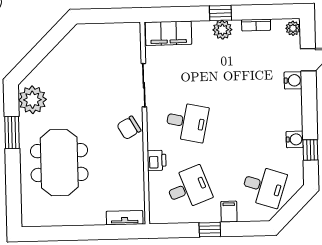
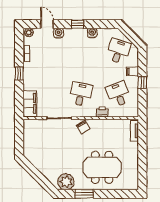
plant: (222, 30) -> (29, 73), removed
window: (310, 150) -> (78, 24), moved

